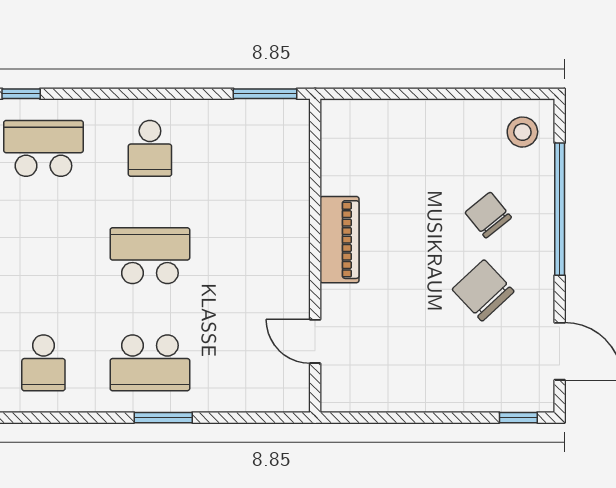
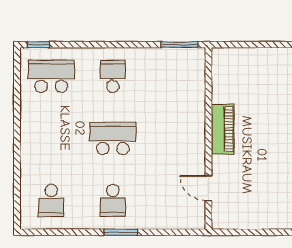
school desk: (150, 148) -> (113, 76), turned 180
school desk: (150, 363) -> (113, 201), width x0.54

